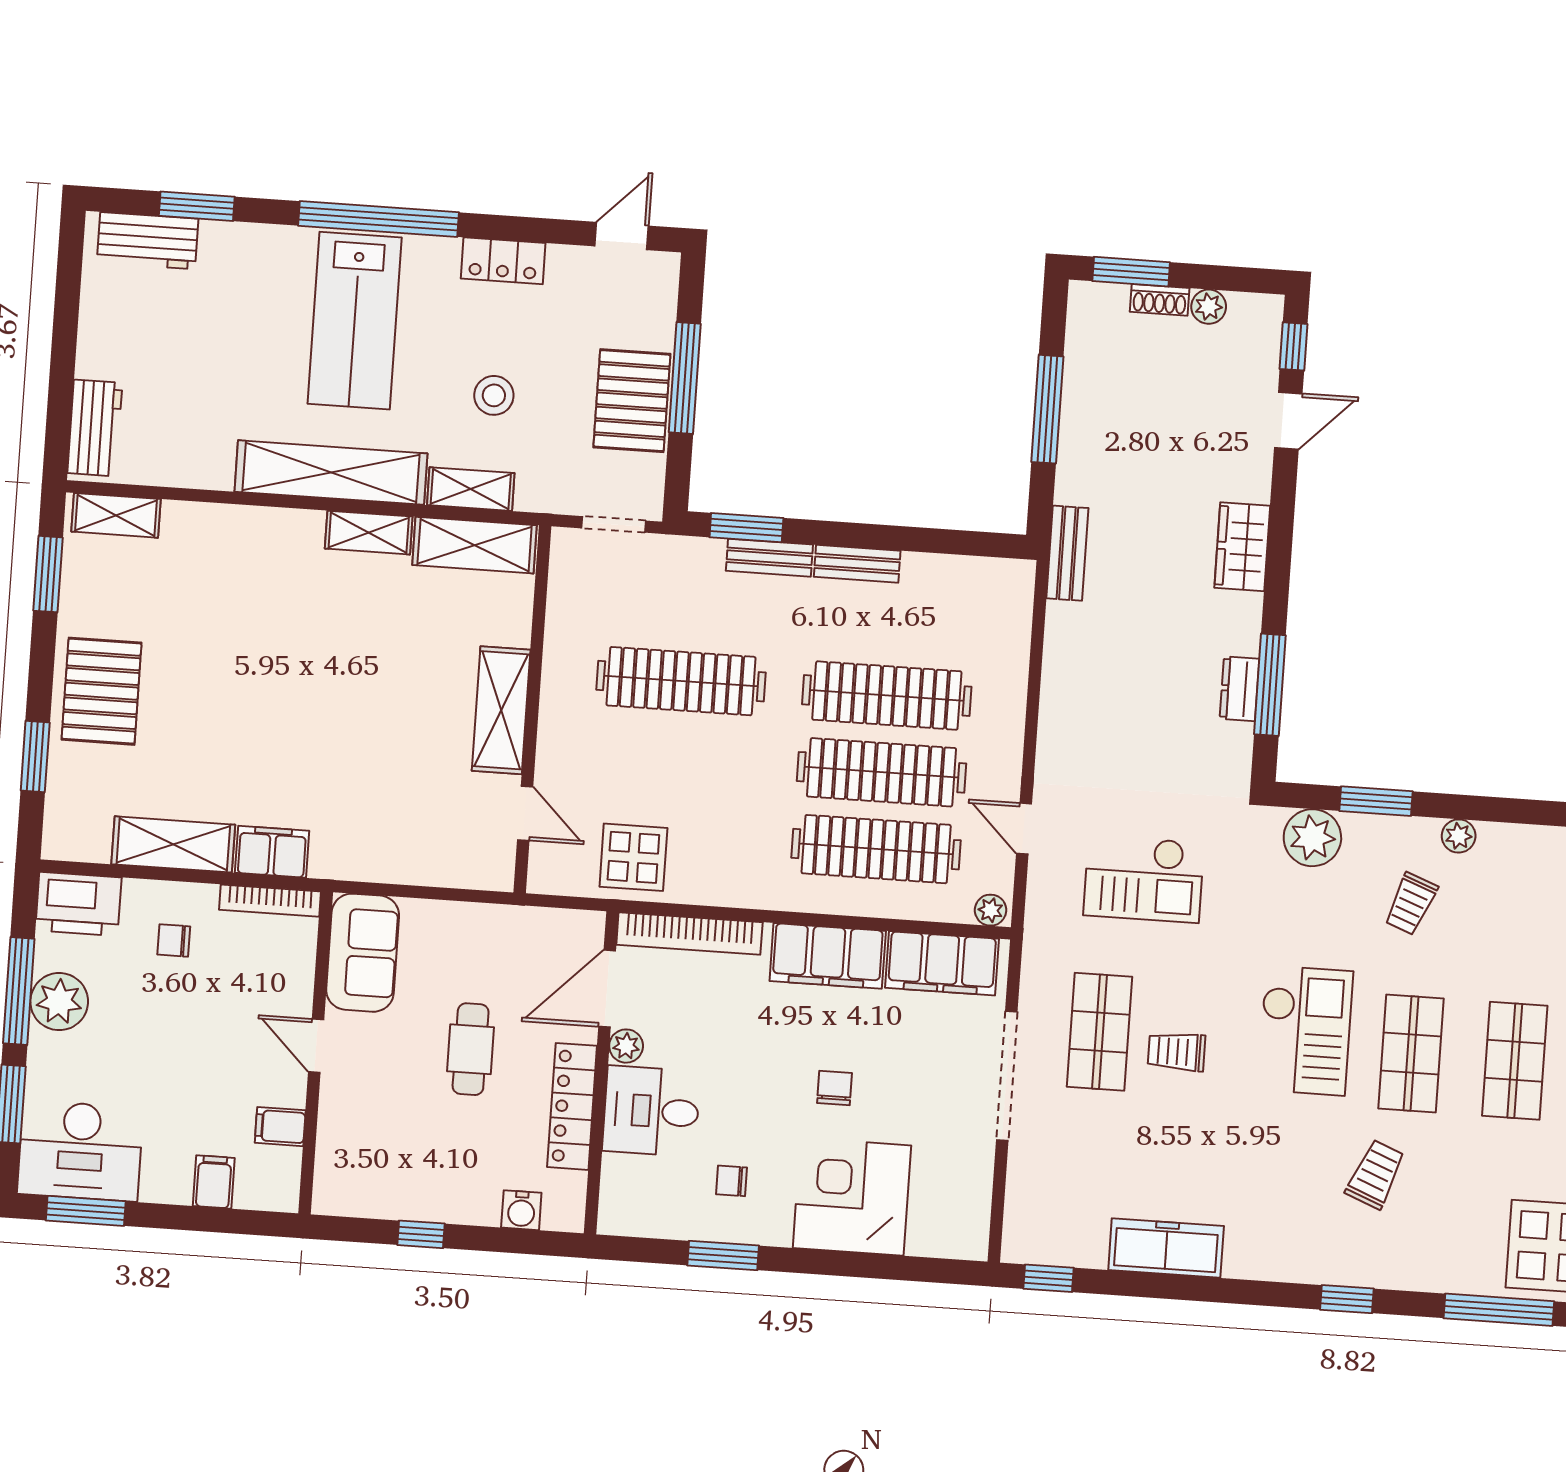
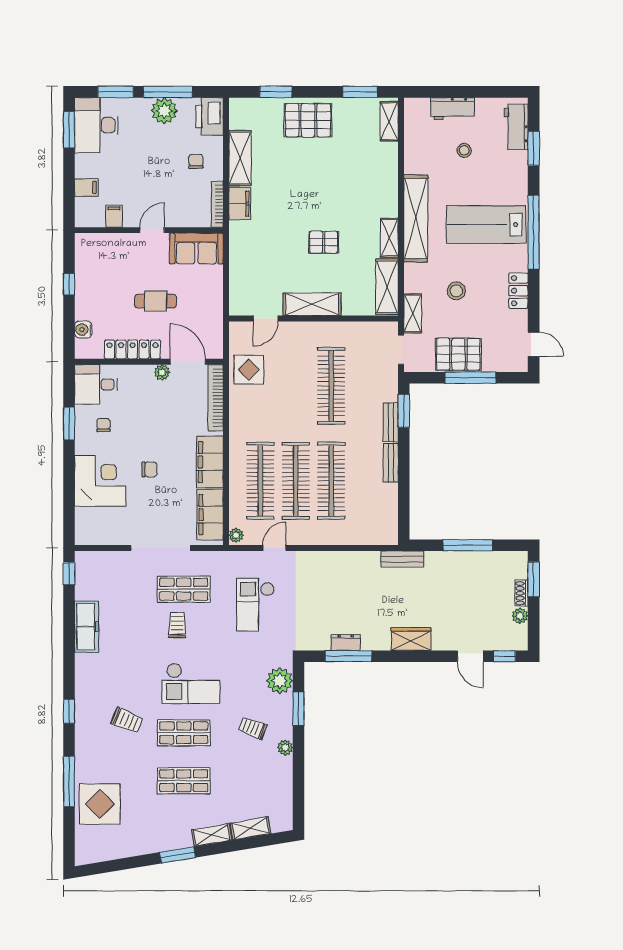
stool: (191, 357) -> (464, 150), added
workbench: (95, 428) -> (452, 109), moved
shelving: (471, 489) -> (413, 313), moved
pallet: (368, 676) -> (324, 242), added
desk: (651, 1111) -> (96, 384), moved, turned -90

